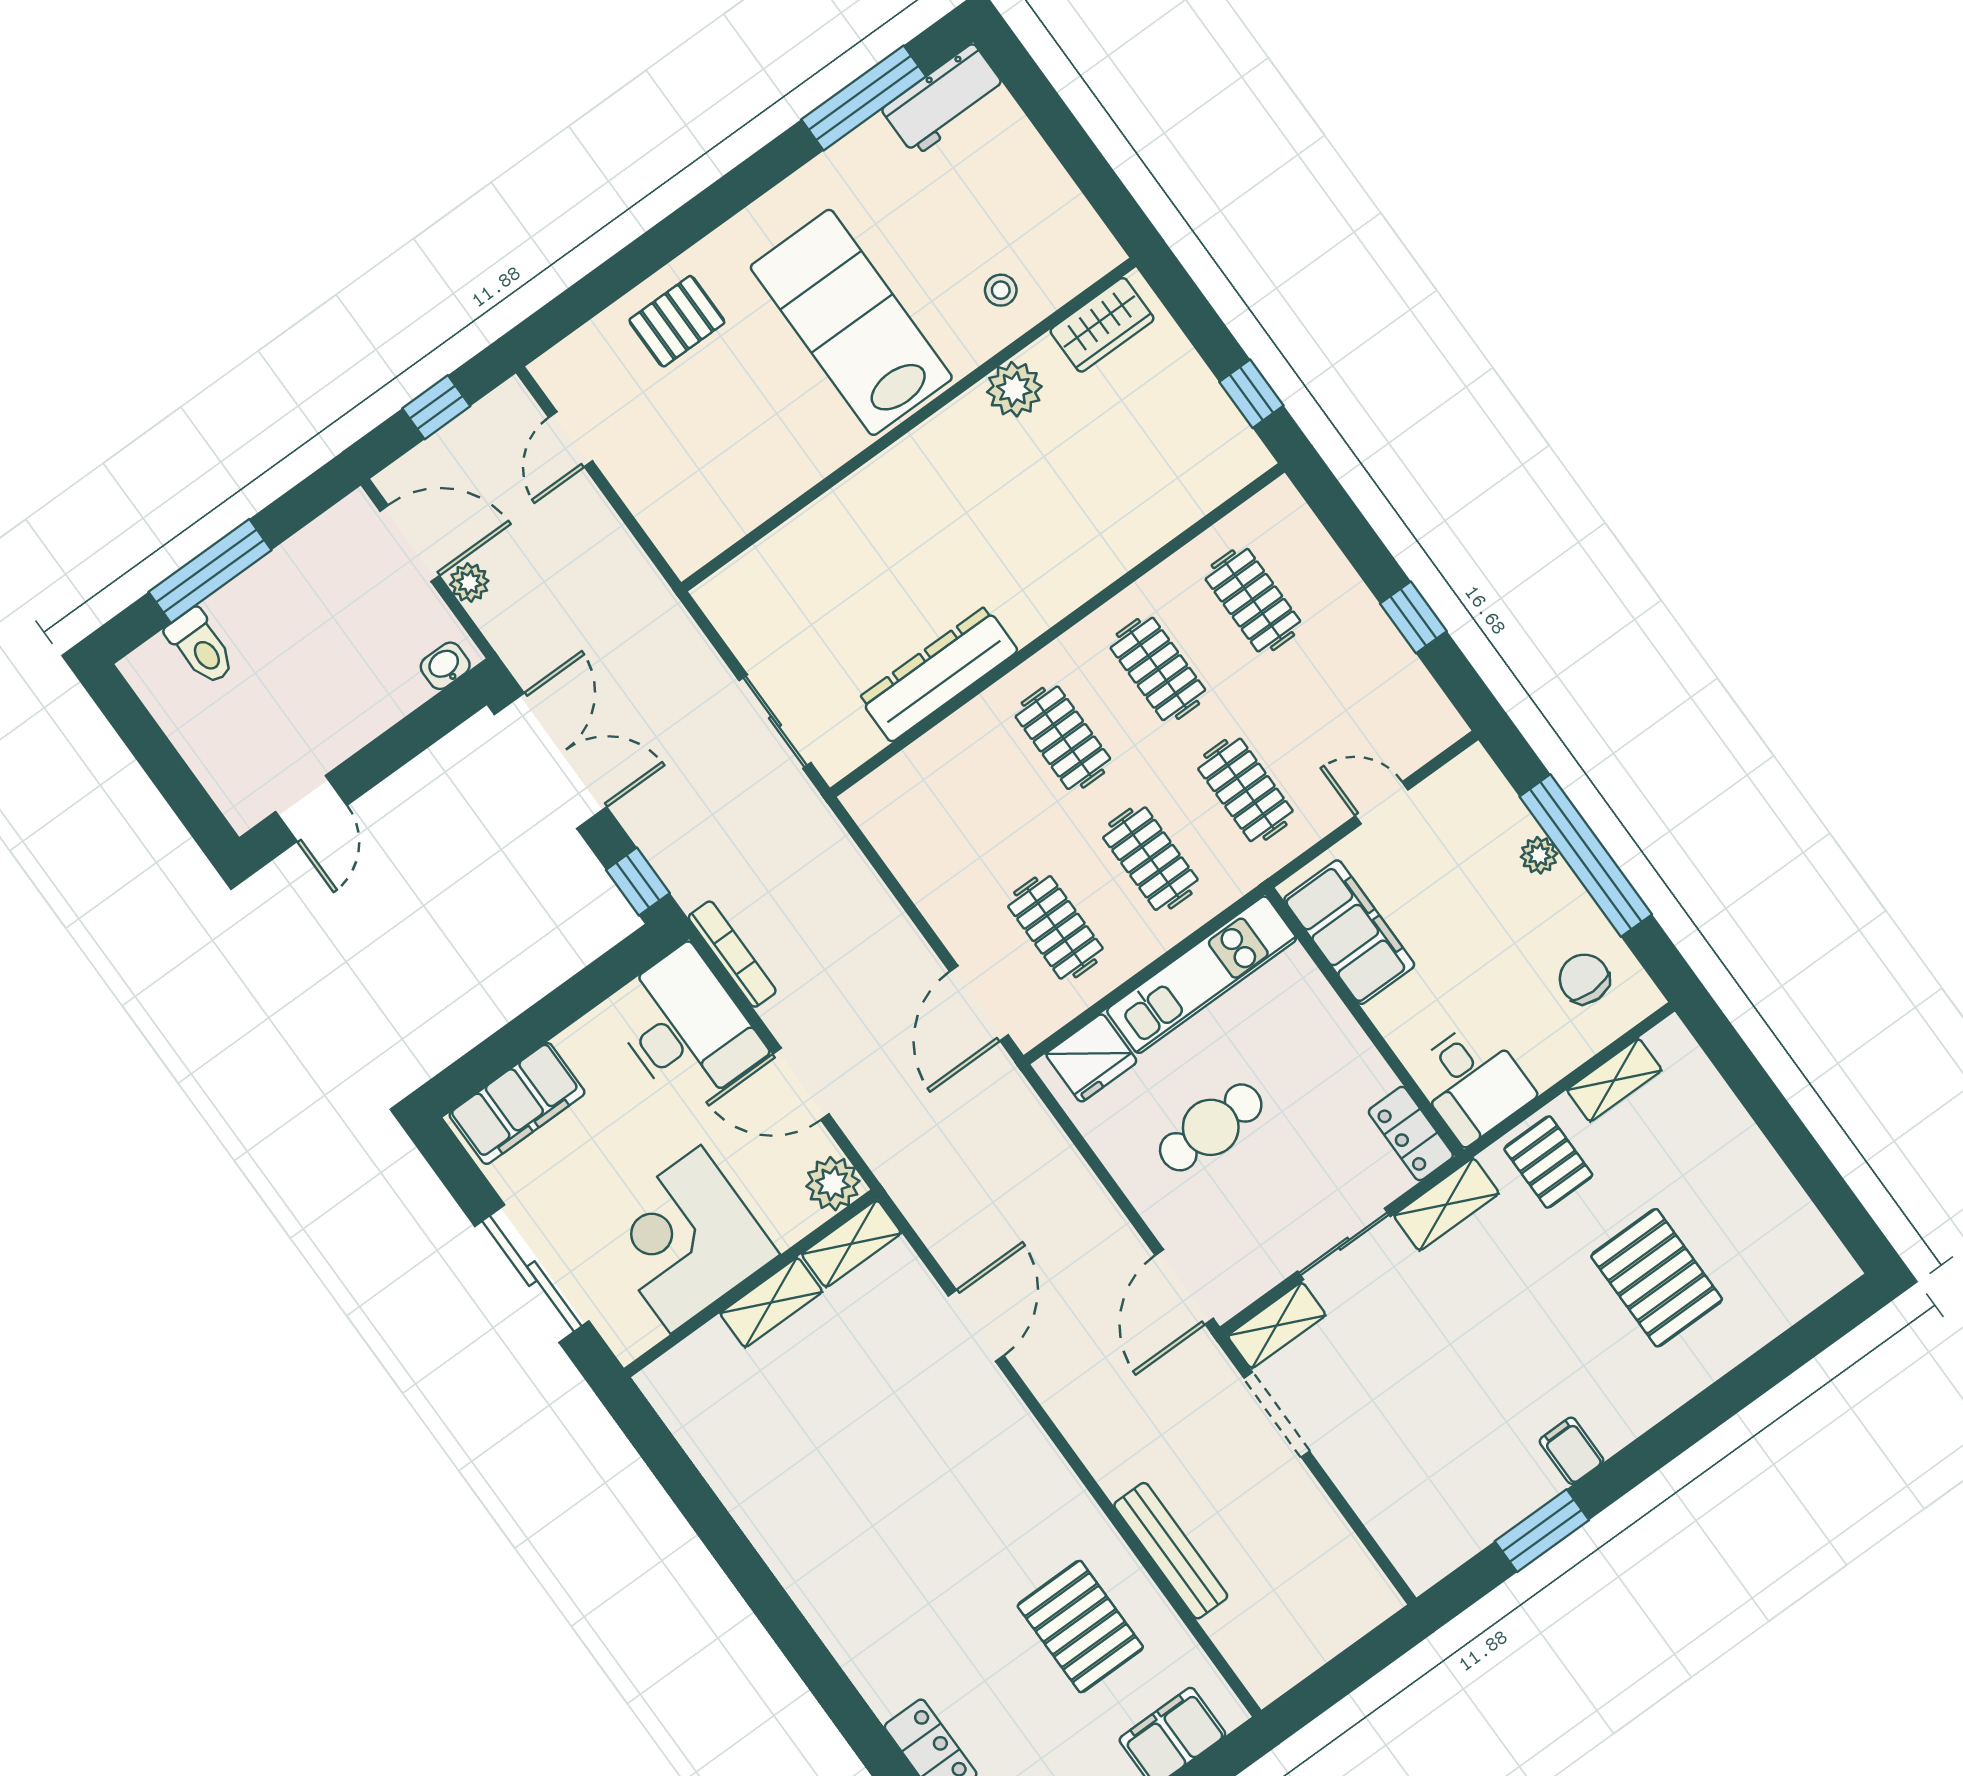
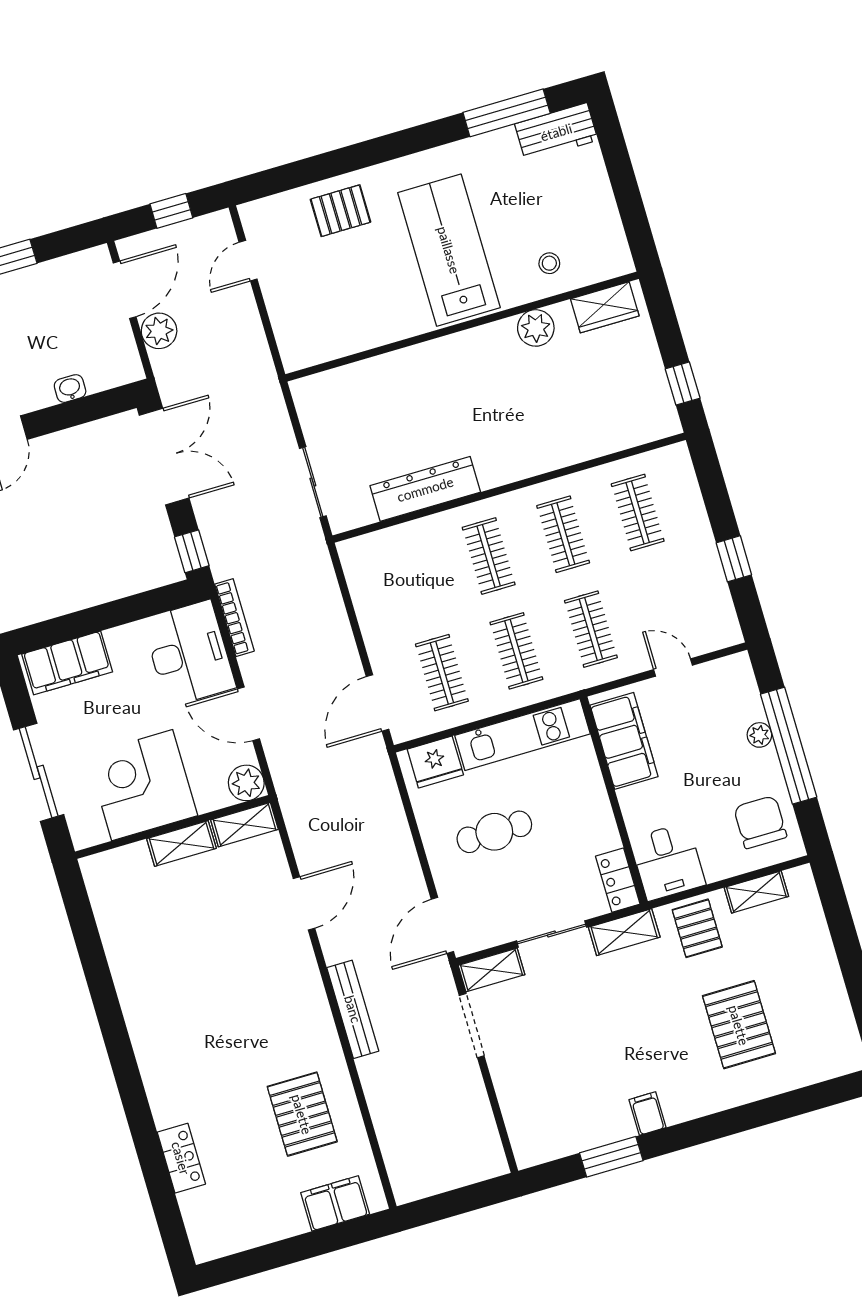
door: (410, 543) -> (125, 290), hinge flipped
plant: (469, 583) -> (159, 331), width x1.38, depth x1.38
washbasin: (445, 666) -> (70, 389), moved
chair: (1584, 979) -> (760, 822), width x1.37, depth x1.37
bench: (1171, 1551) -> (353, 1009), moved

